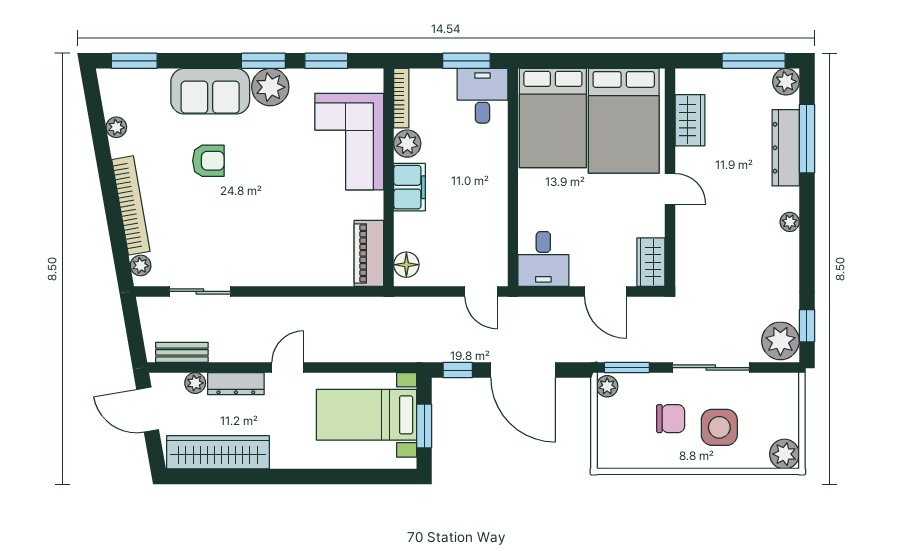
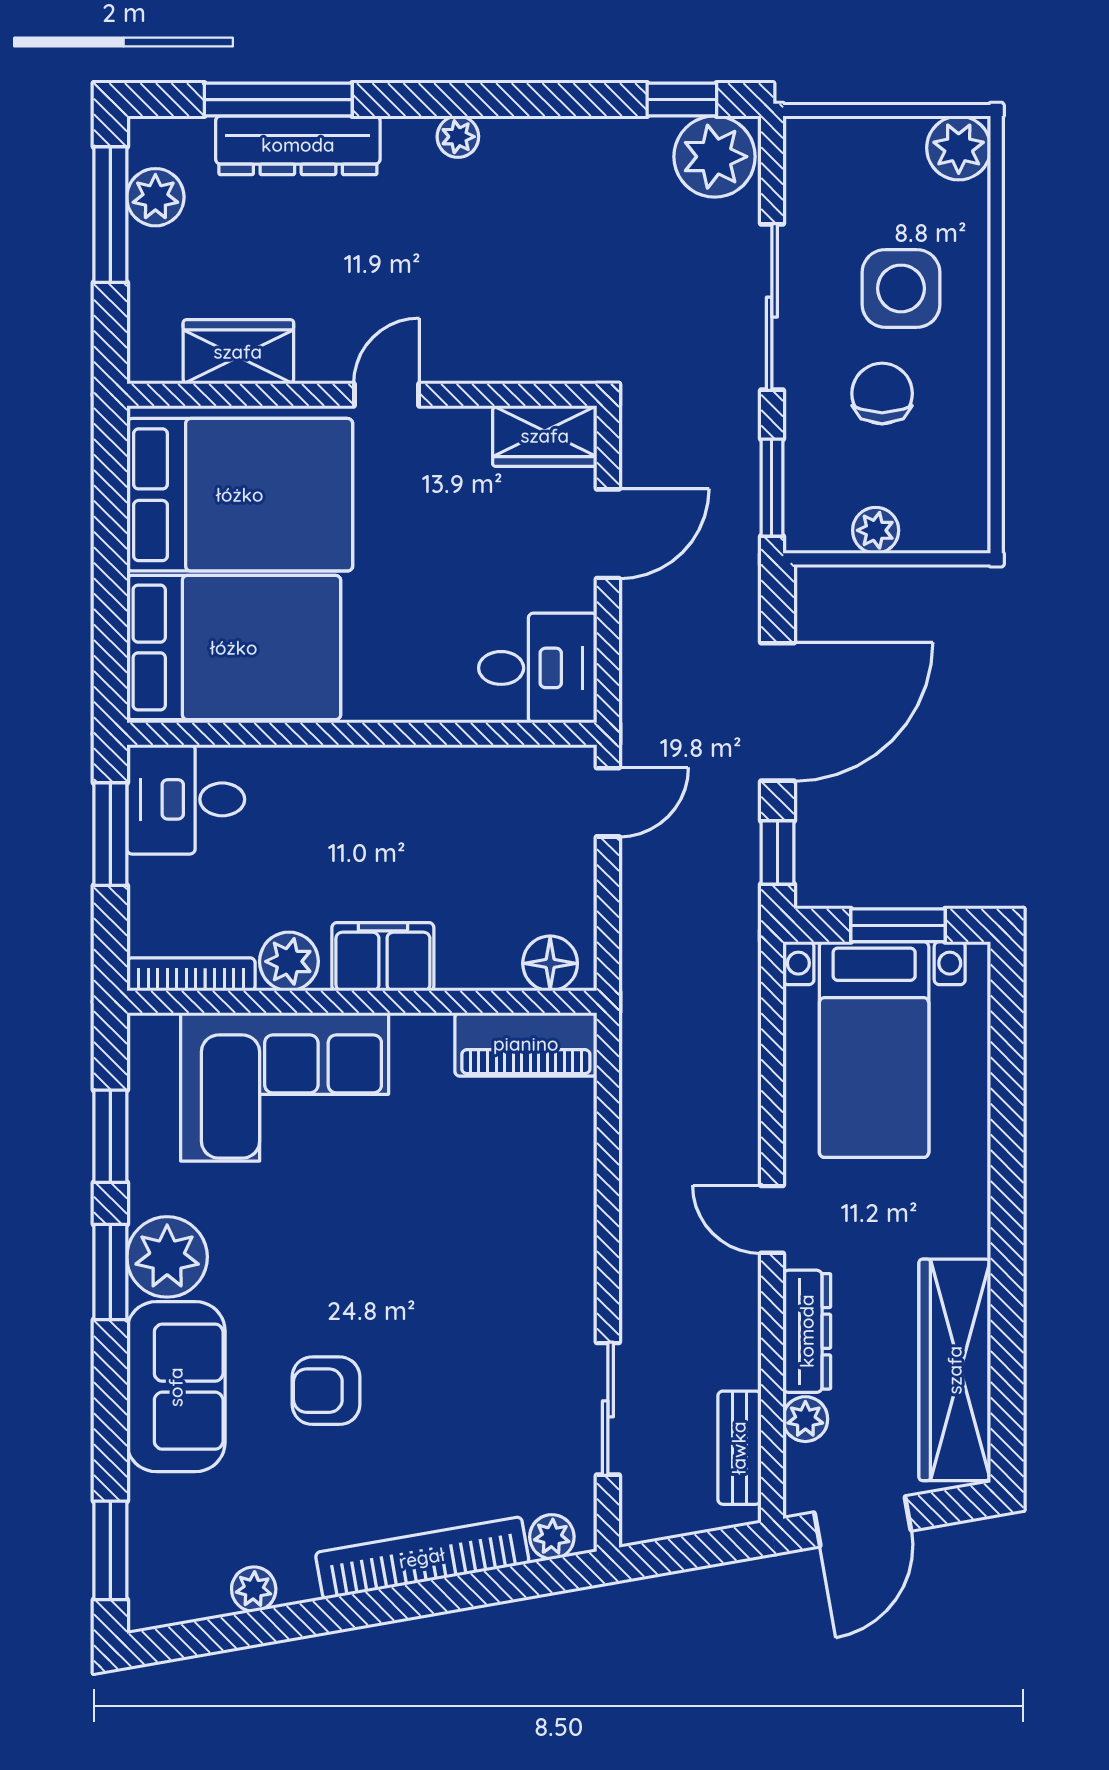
plant: (786, 82) -> (155, 197), moved
armchair: (208, 161) -> (326, 1391), turned -90
plant: (607, 386) -> (876, 530), moved

